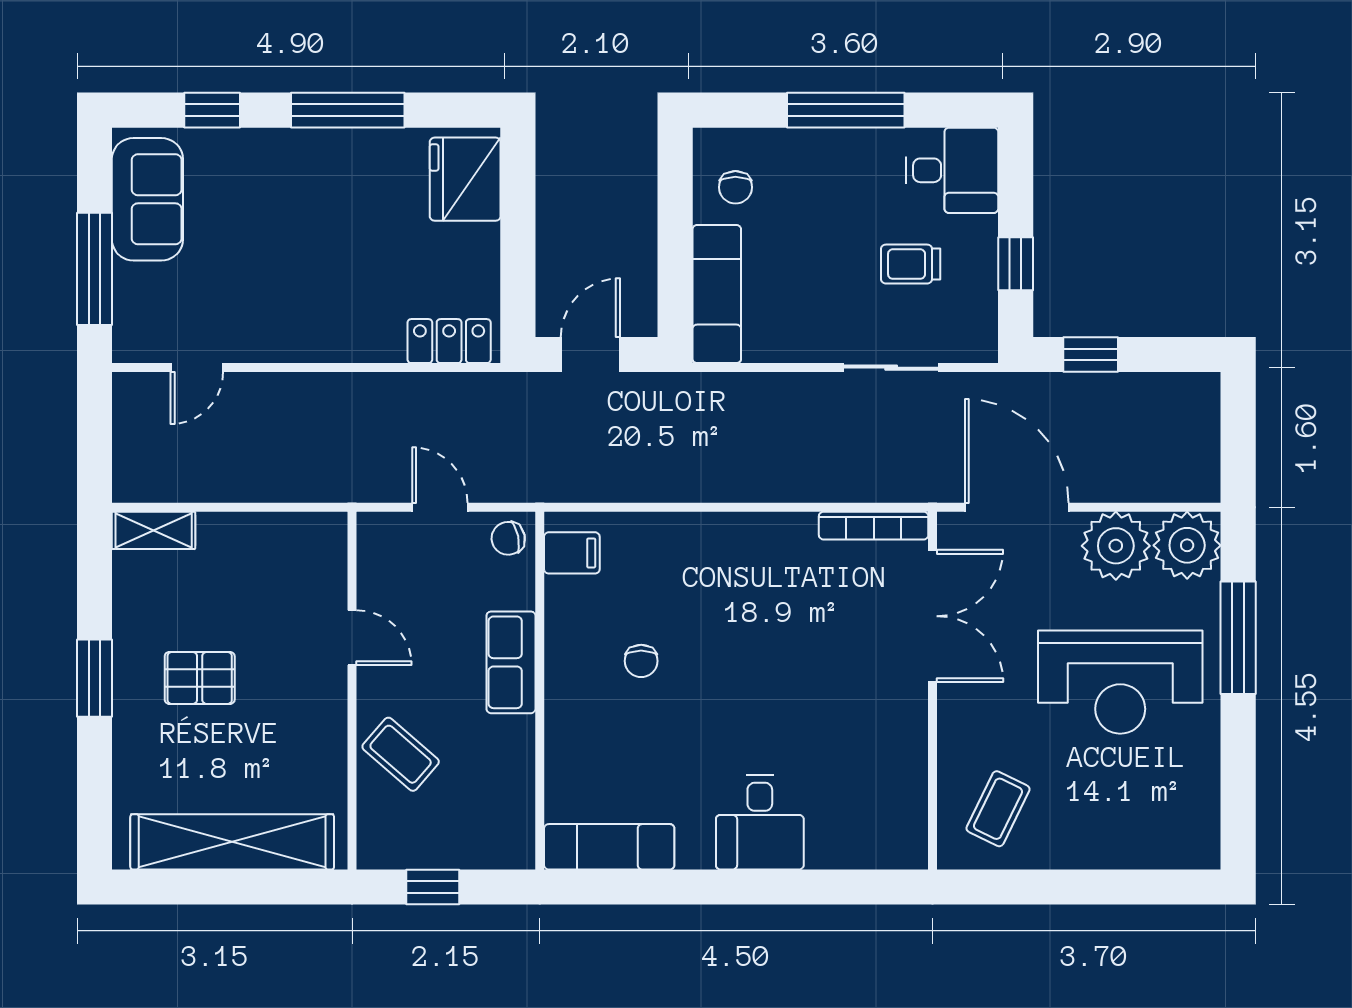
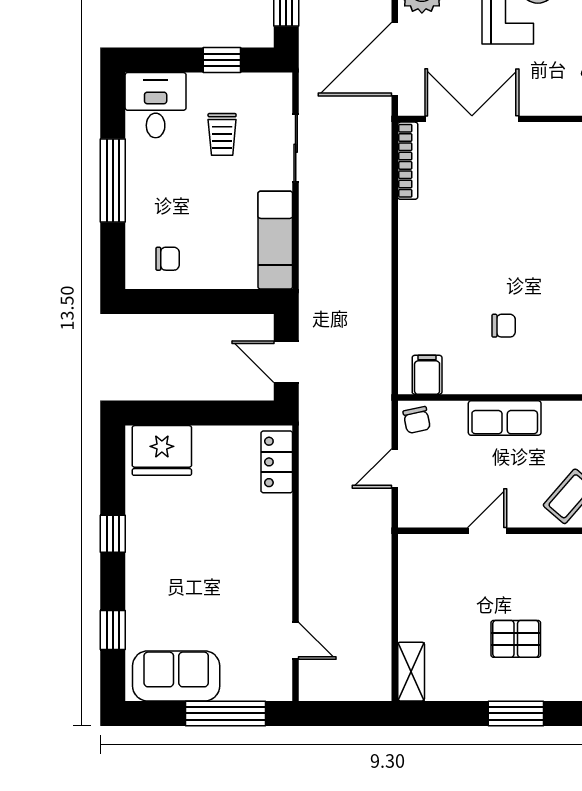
window: (348, 110) -> (113, 534), width x0.46
exam couch: (717, 294) -> (275, 240), moved, turned -90
pallet: (200, 678) -> (516, 639), turned 90

